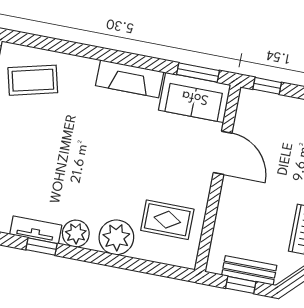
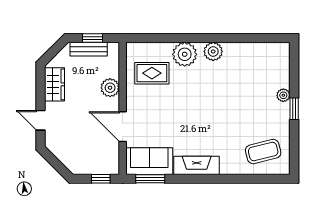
plant: (230, 211) -> (110, 88), added
tv unit: (36, 230) -> (241, 49), removed
window: (42, 247) -> (235, 38), removed

